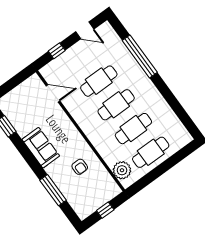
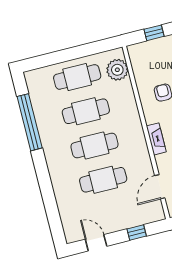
window: (140, 56) -> (30, 122), moved
door: (53, 93) -> (160, 187), hinge flipped
fireplace: (71, 129) -> (156, 139), added

